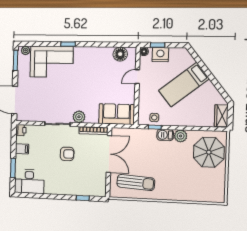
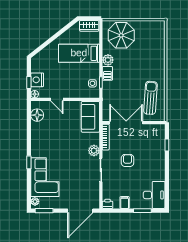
bed: (184, 85) -> (79, 53), moved, turned 128

